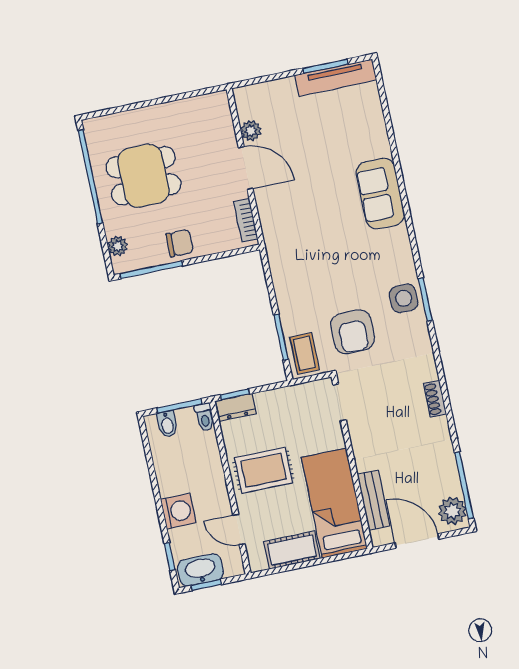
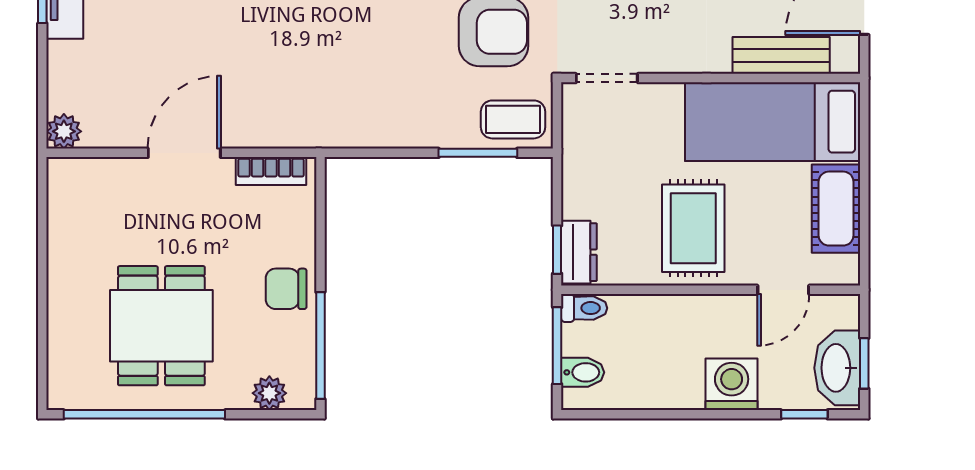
plant: (251, 131) -> (64, 131), moved
chair: (180, 243) -> (286, 289), turned -90

